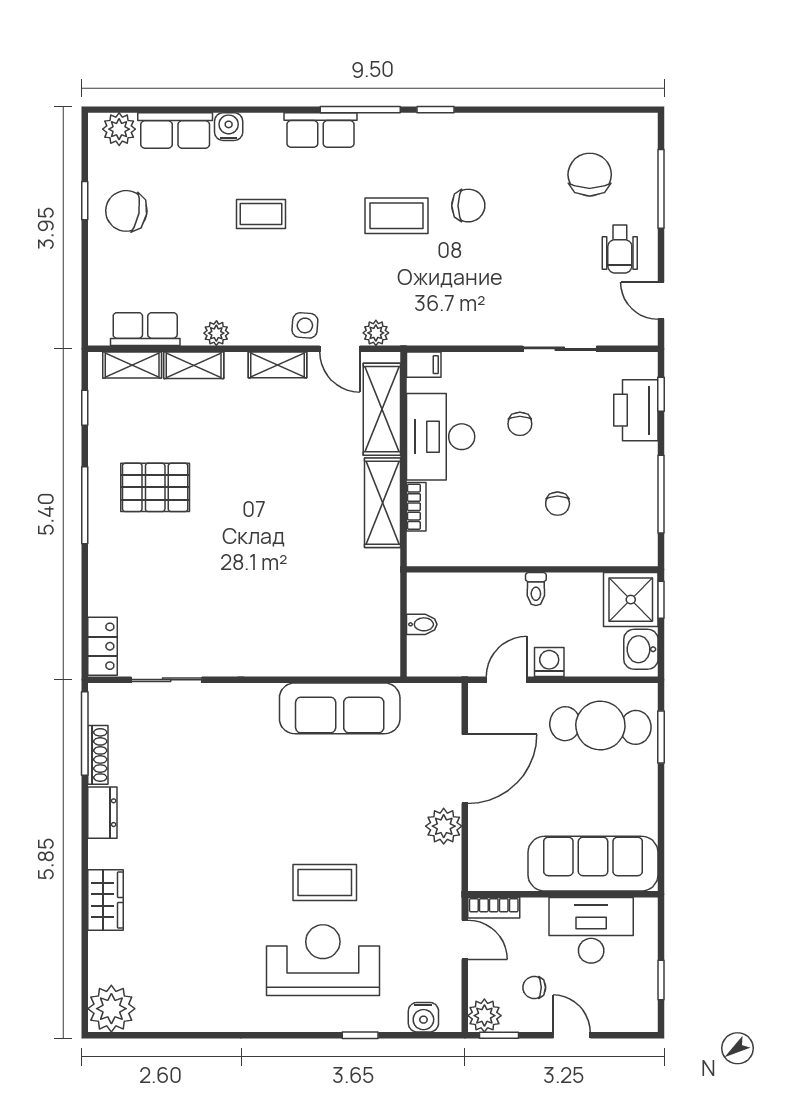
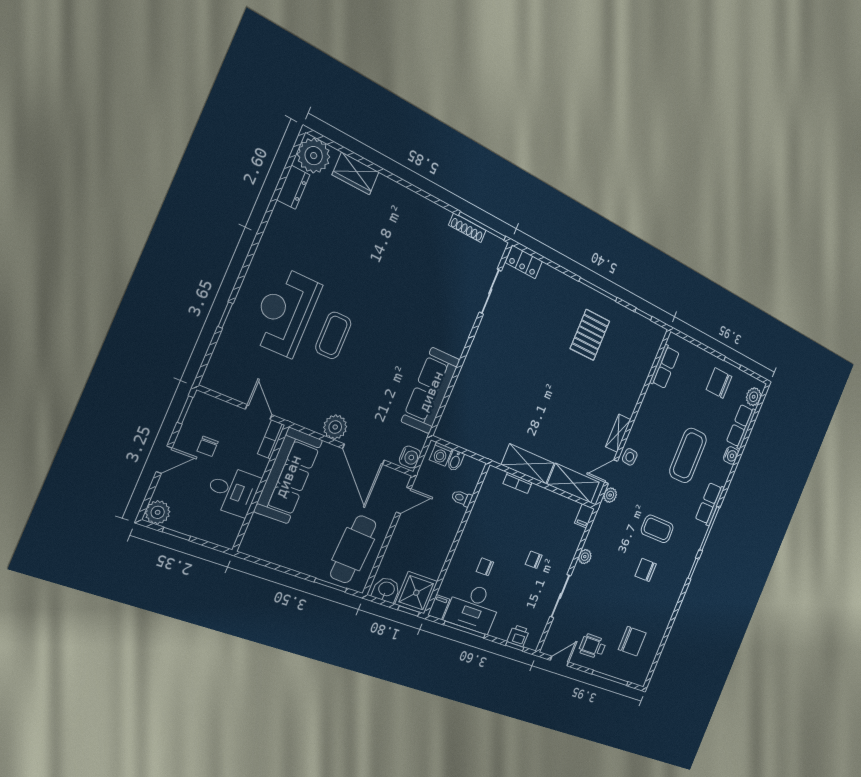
chair: (468, 206) -> (646, 570), turned 90
chair: (126, 211) -> (719, 383), turned -100
coffee table: (261, 214) -> (688, 455), width x1.86, depth x1.72
coffee table: (396, 216) -> (657, 529), turned 90
plant: (216, 333) -> (585, 557), moved
shelving: (132, 365) -> (652, 351), removed
shelving: (194, 365) -> (637, 386), removed
printer: (636, 410) -> (518, 636), width x0.53, depth x0.68
desk: (441, 437) -> (473, 608), moved, turned 180
filing cabinet: (641, 553) -> (439, 607), added
toilet: (536, 589) -> (462, 498), moved
washing machine: (549, 662) -> (441, 454), moved, turned 90
door: (507, 680) -> (404, 501), hinge flipped
dresser: (102, 813) -> (293, 187), moved, turned -90
sofa: (593, 864) -> (288, 476), moved
wardrobe: (105, 900) -> (356, 173), moved
desk: (591, 930) -> (233, 491), width x0.73
door: (465, 940) -> (259, 412), swing flipped
reception desk: (323, 960) -> (285, 312), turned 180
chair: (534, 987) -> (208, 446), turned 180
plant: (484, 1016) -> (158, 512), moved
water cooler: (423, 1017) -> (410, 457), moved, turned 180

